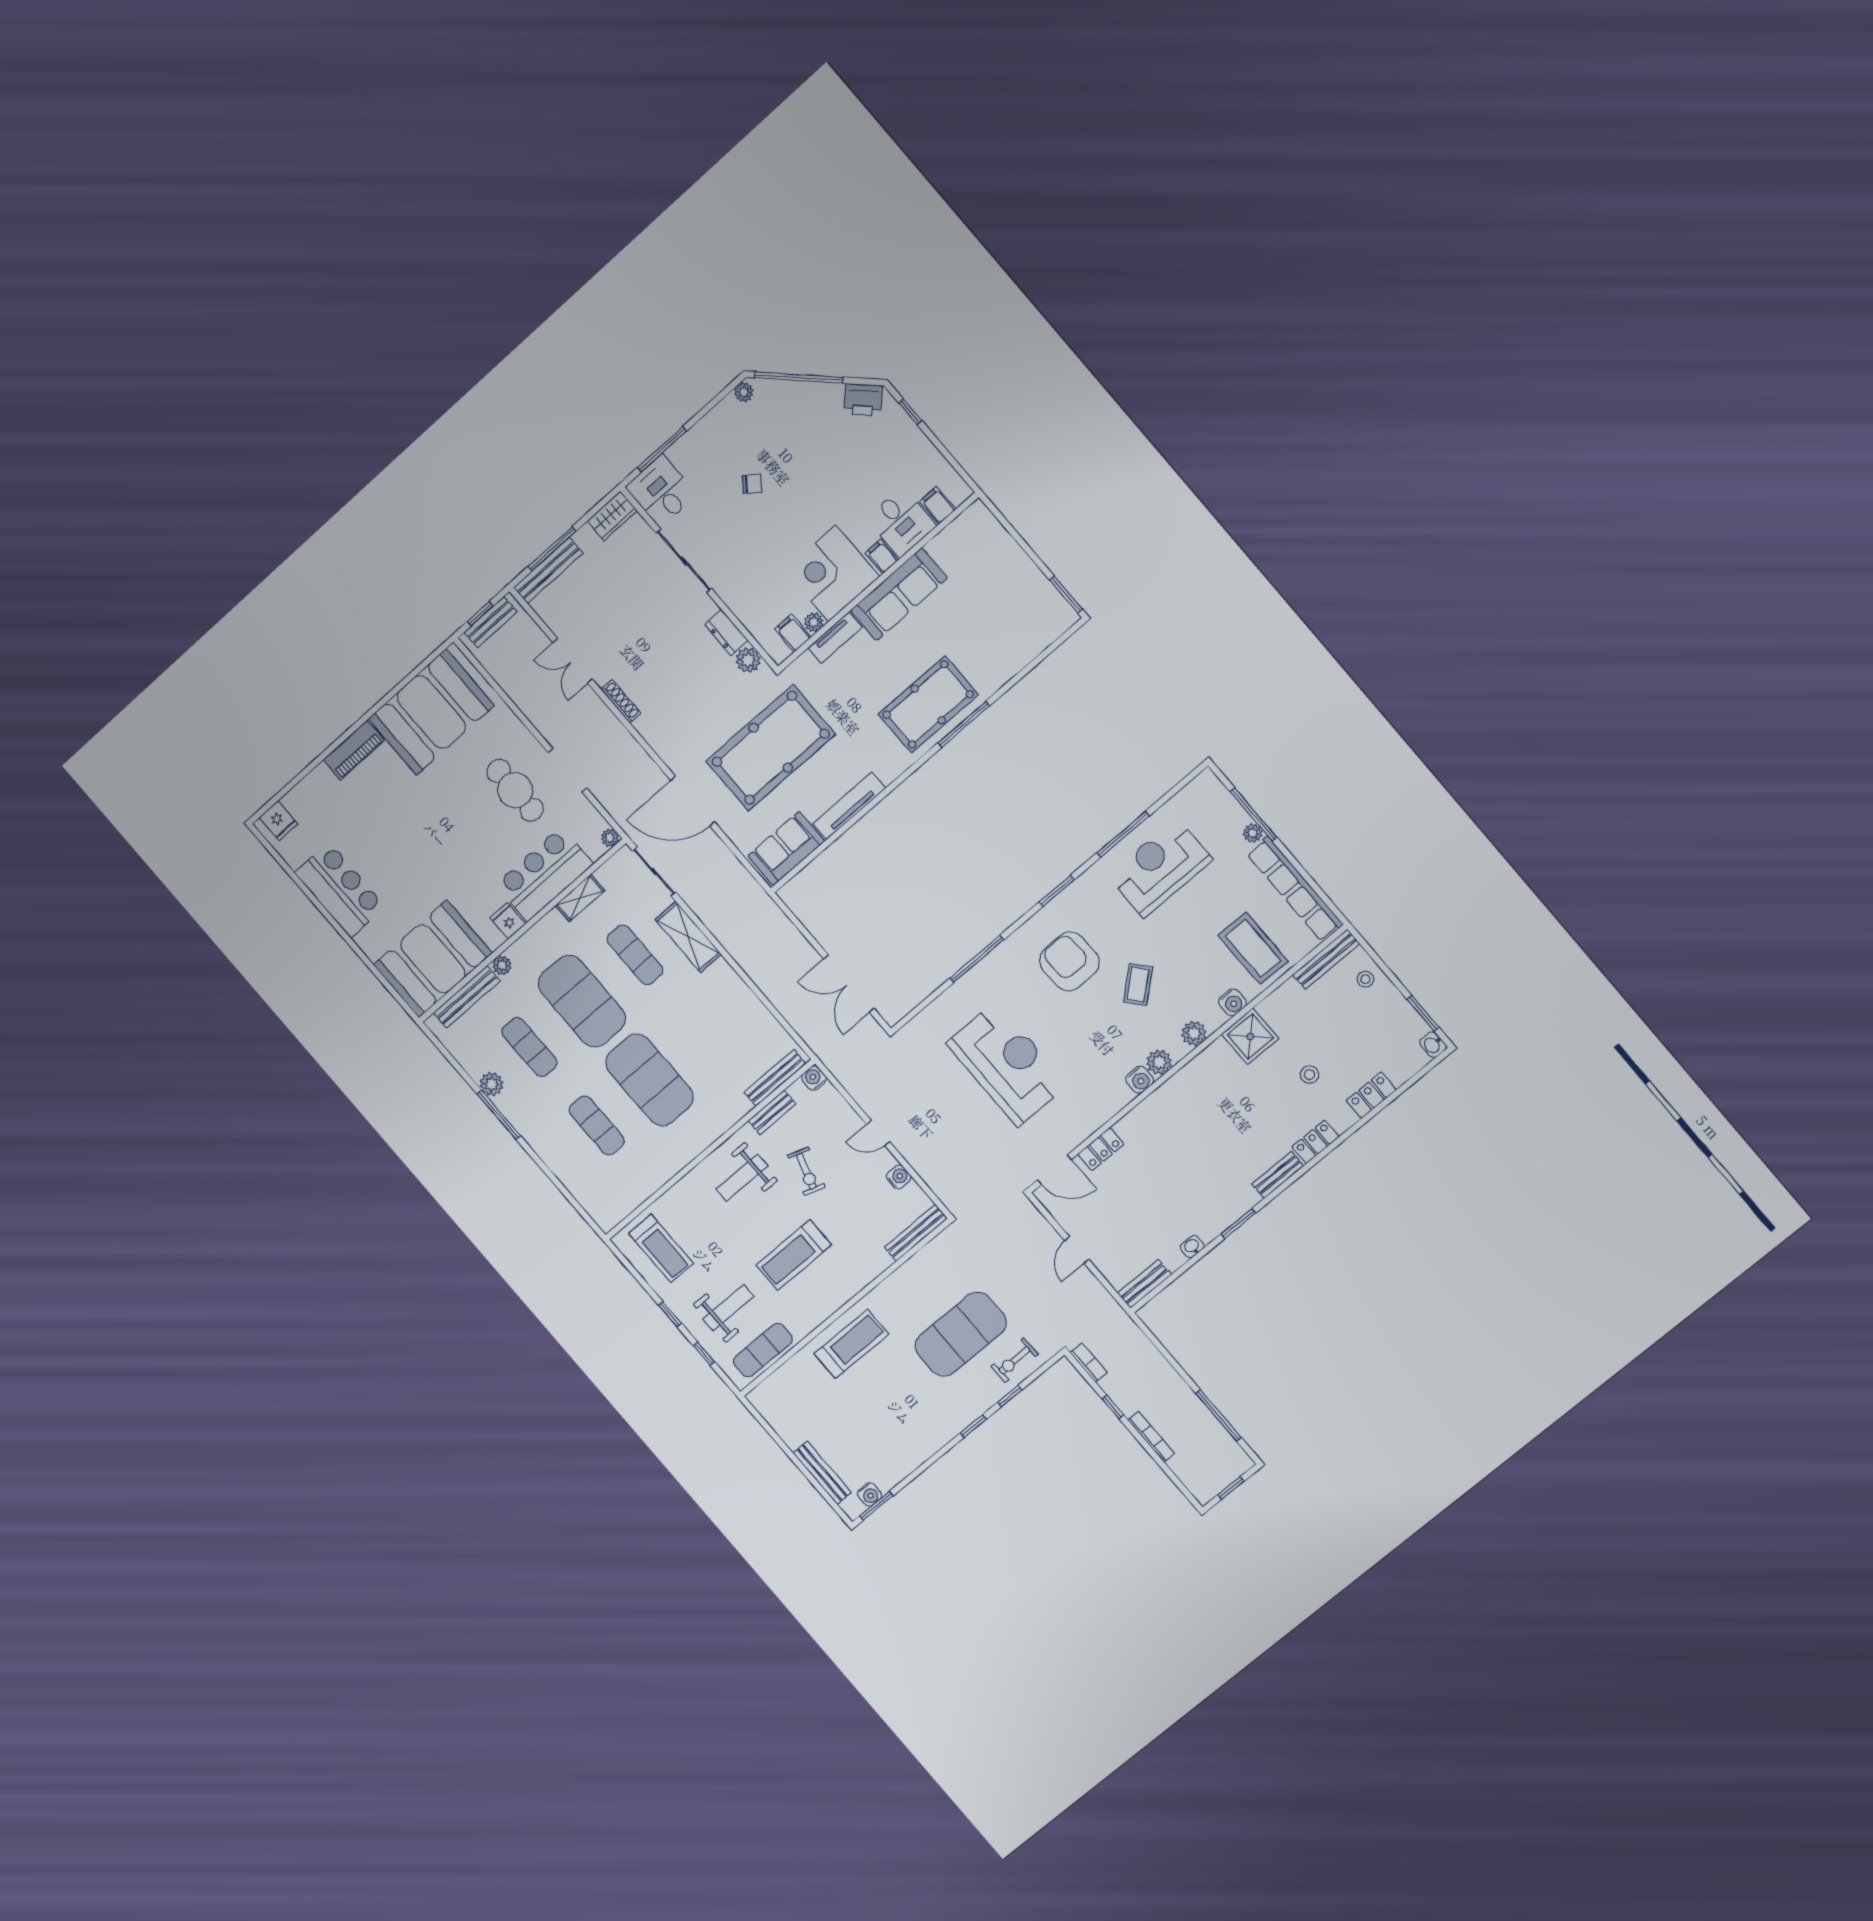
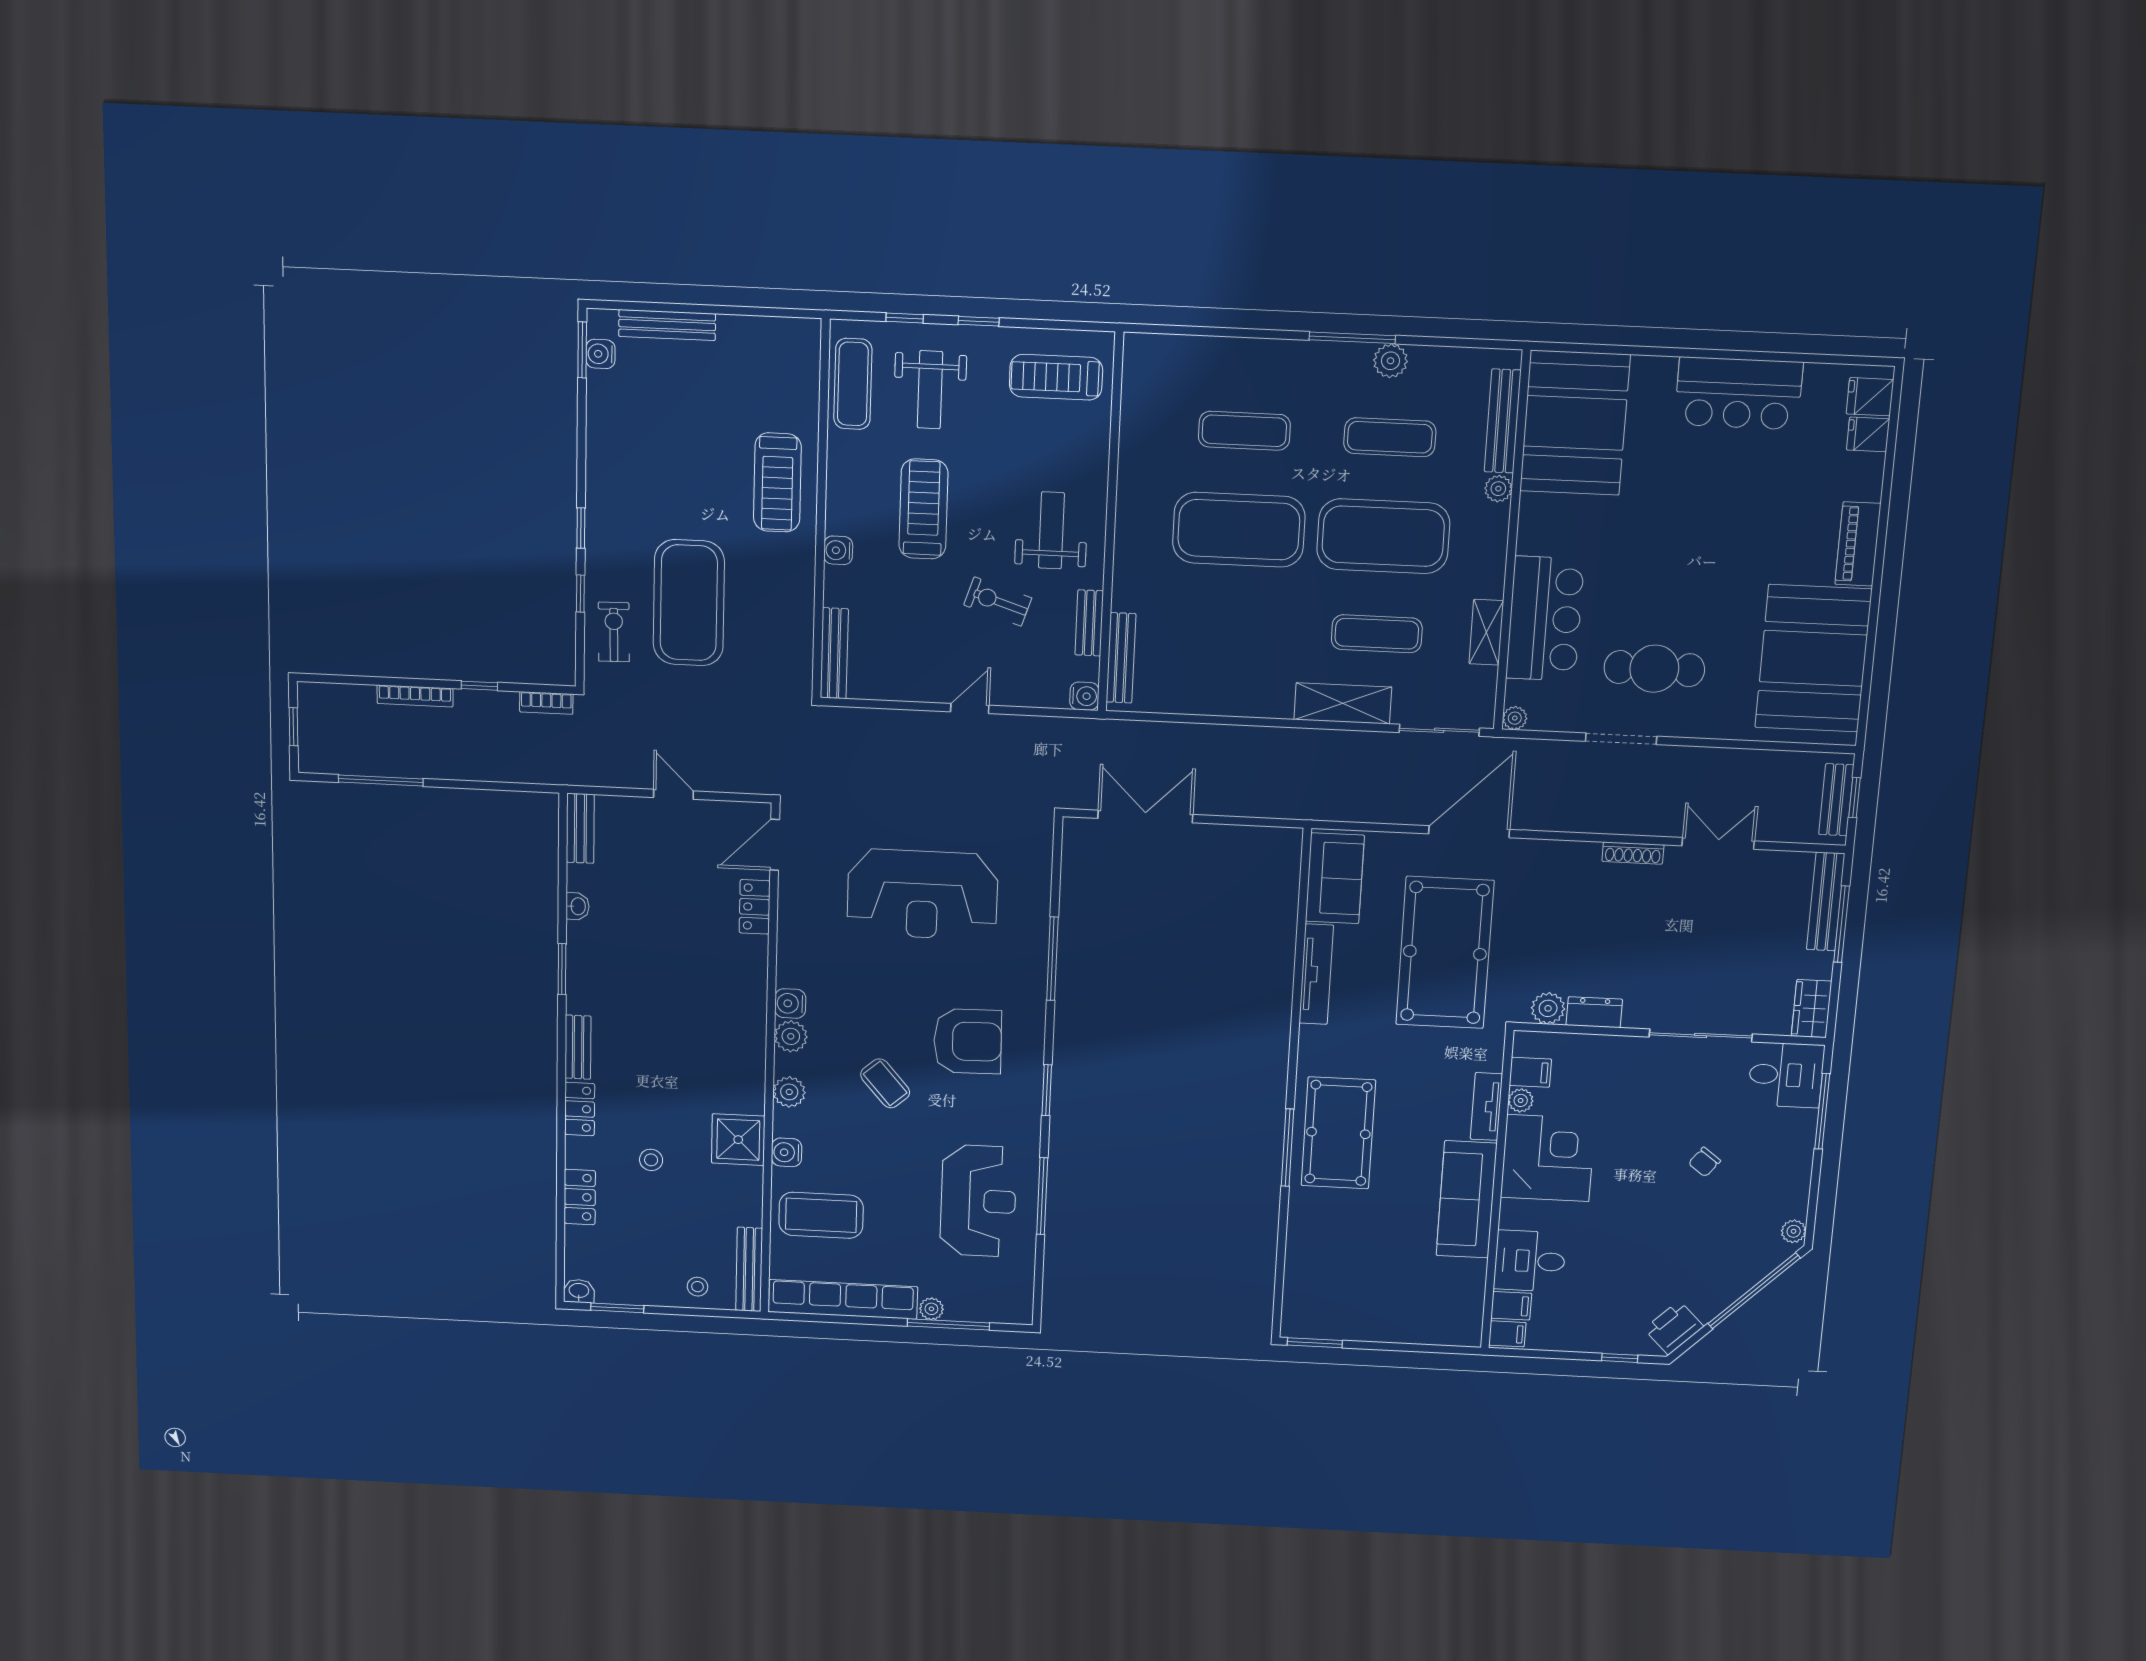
filing cabinet: (882, 557) -> (1507, 1334), moved
fridge: (508, 921) -> (1868, 434), moved, turned 180
water cooler: (899, 1177) -> (838, 550), moved, turned 90

